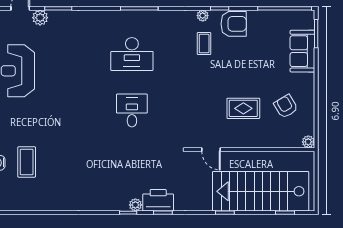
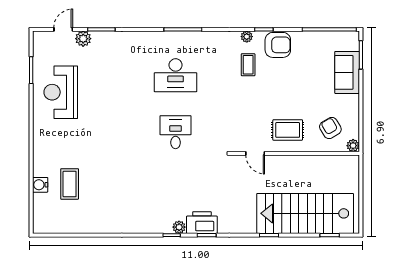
plant: (308, 142) -> (353, 146), moved
door: (211, 150) -> (255, 153), moved
wall: (251, 150) -> (295, 153), moved

